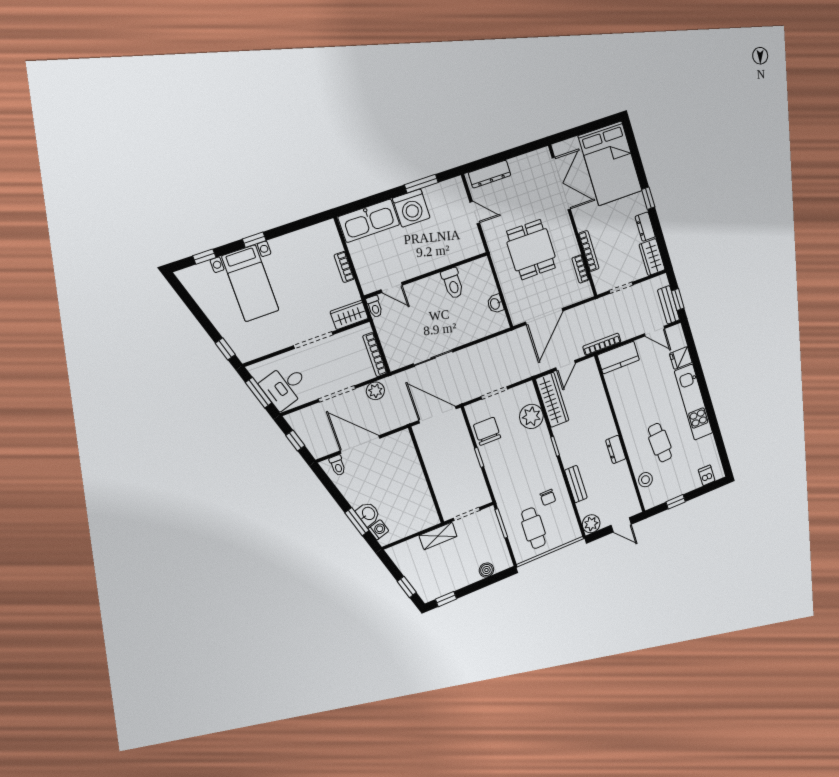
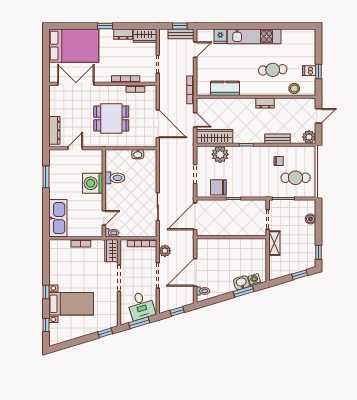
washing machine: (411, 208) -> (93, 183), moved, turned 180
kitchen counter: (618, 358) -> (225, 88), moved, turned -90
dishwasher: (707, 475) -> (309, 71), moved

